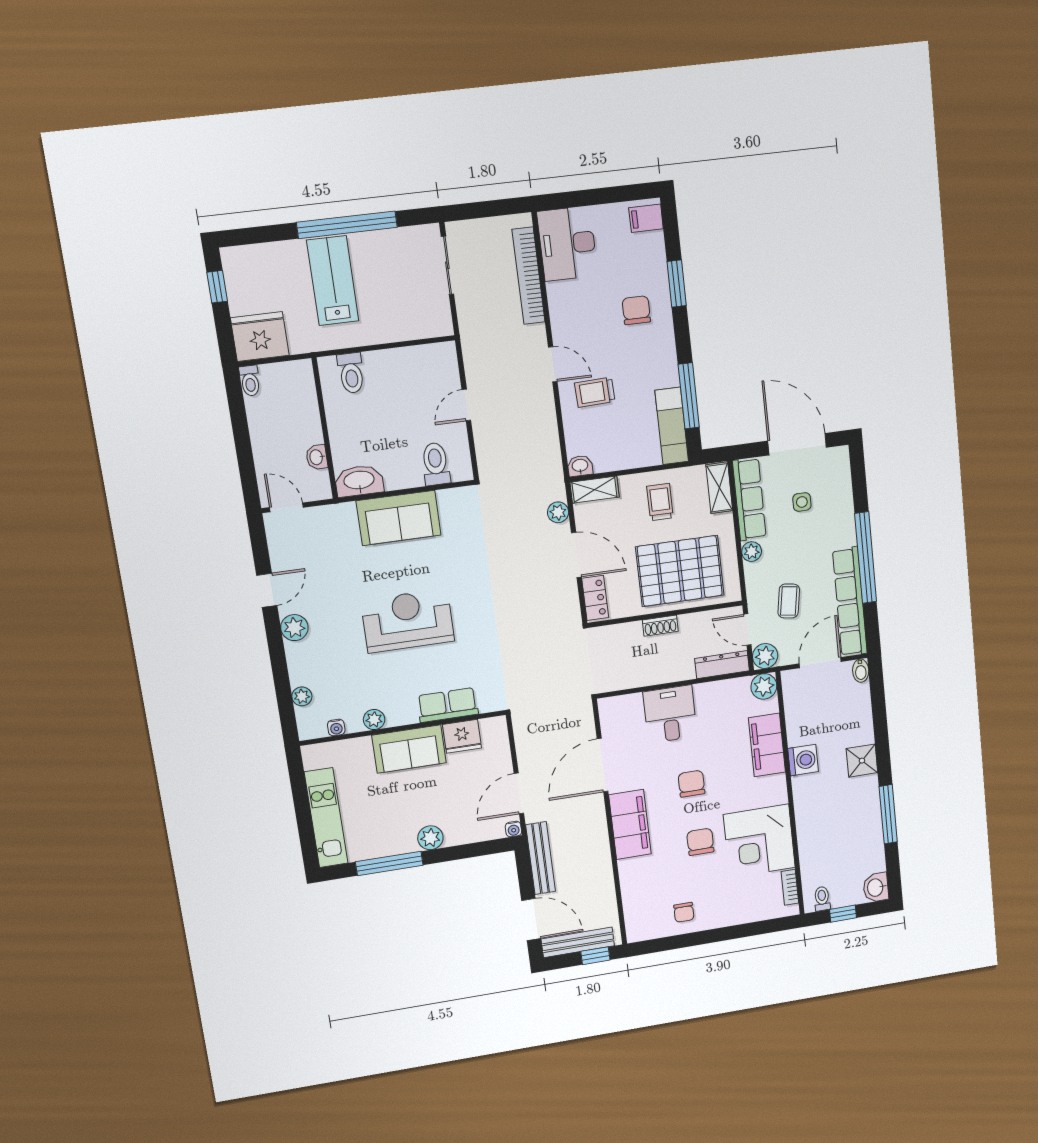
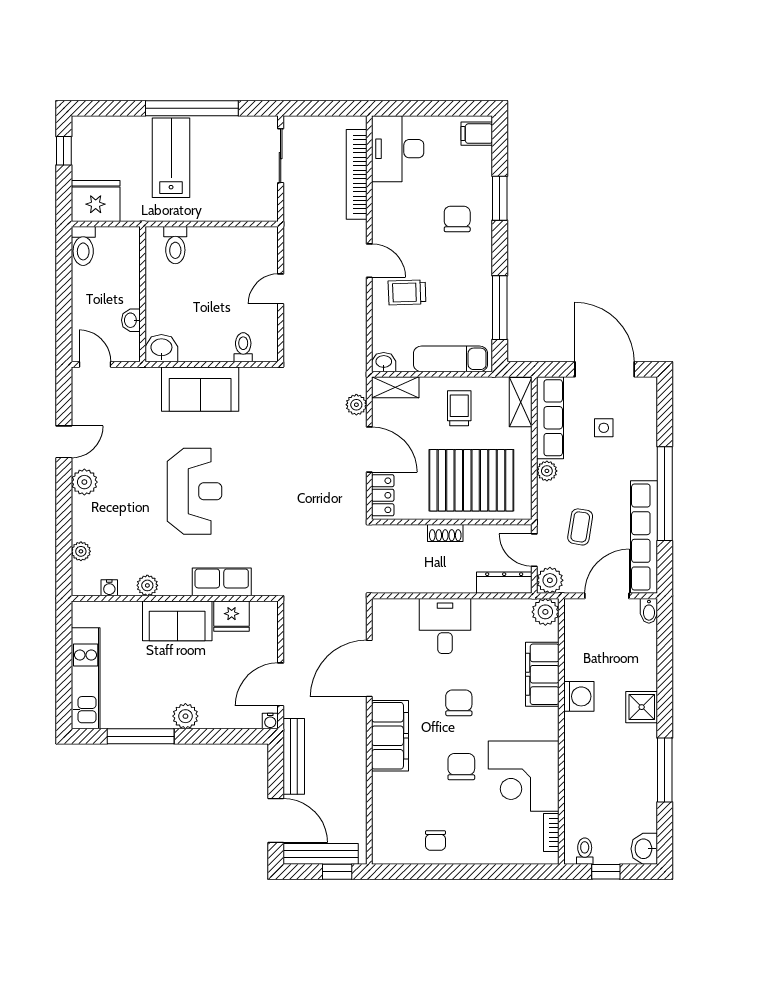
toilet: (250, 381) -> (83, 246), width x1.37, depth x1.39
exam couch: (672, 426) -> (450, 359), moved, turned 90
toilet: (436, 464) -> (243, 347), width x0.73, depth x0.72
washbasin: (359, 481) -> (161, 348), width x0.72
reception desk: (408, 621) -> (195, 491), turned 90

